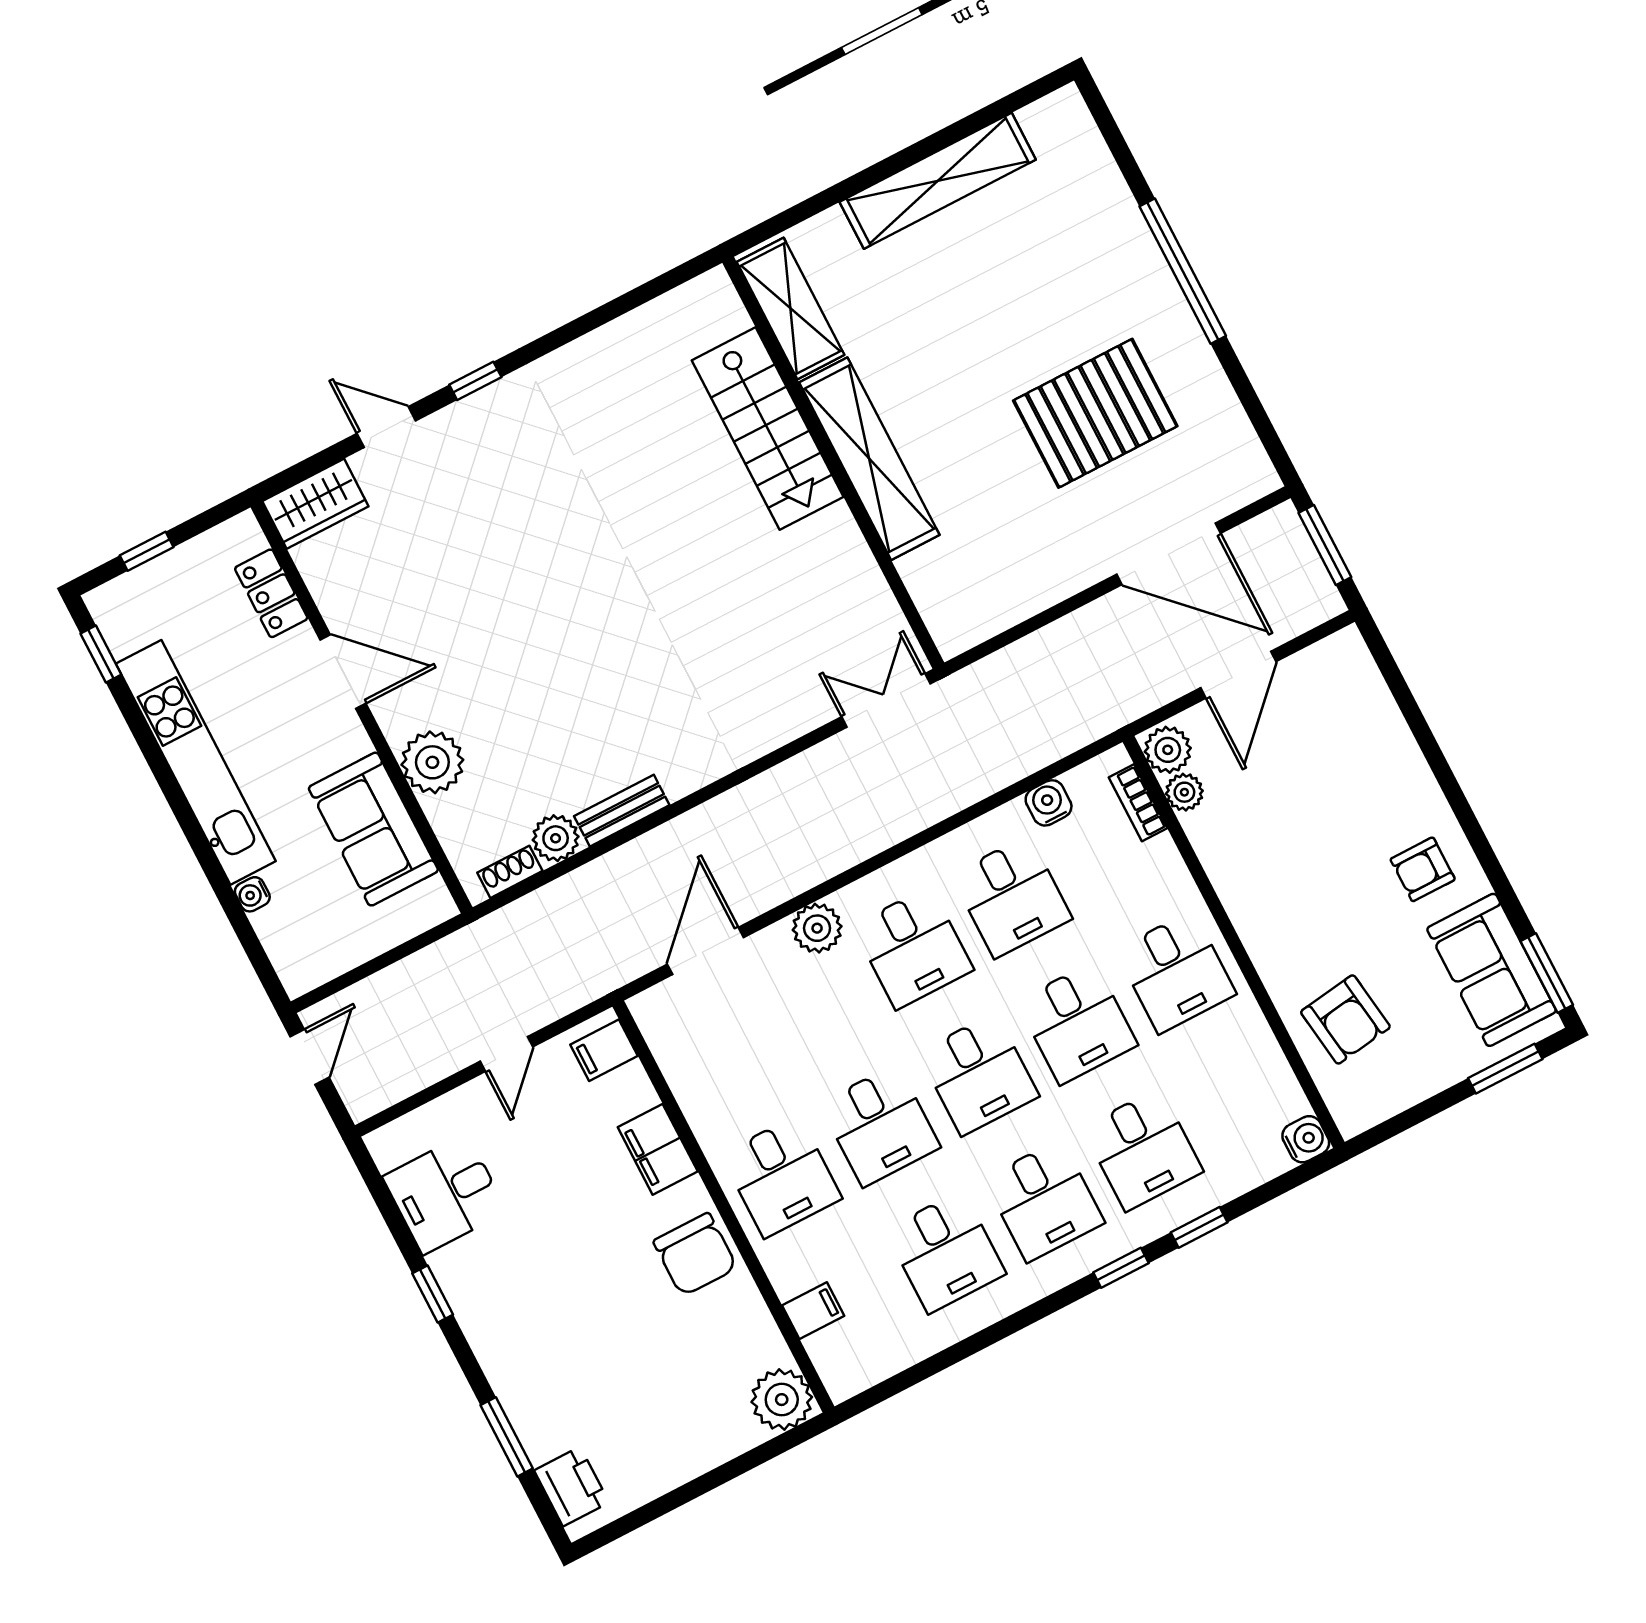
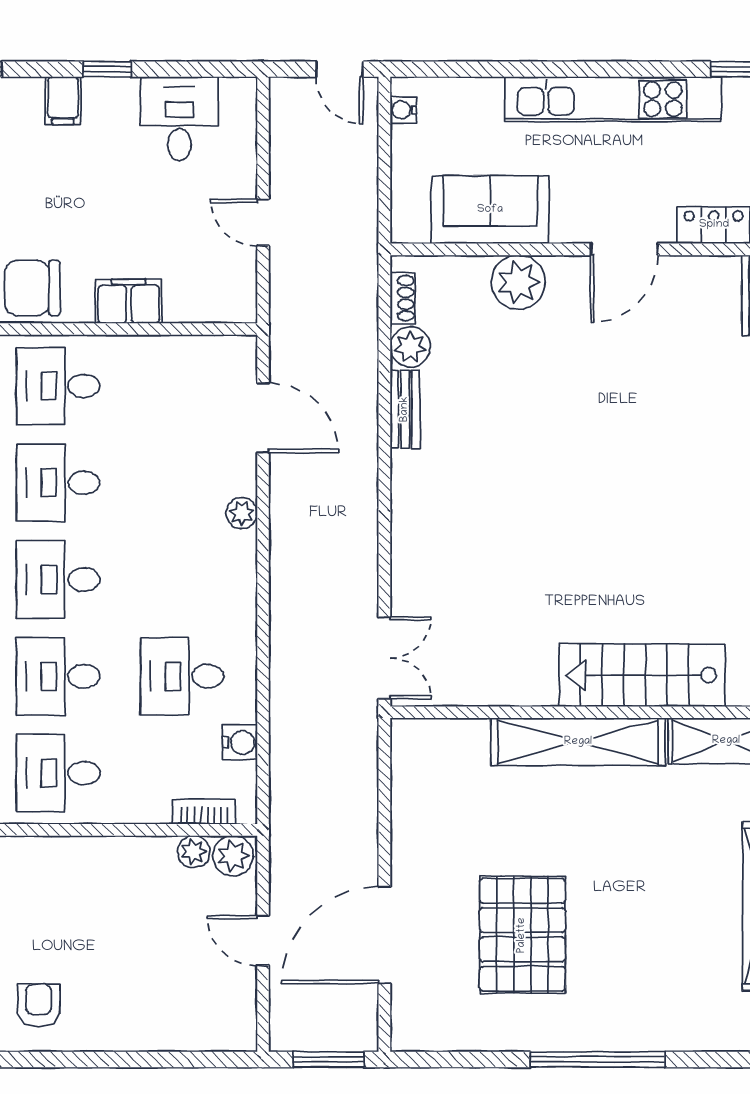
door: (1238, 675) -> (263, 941), width x0.73
water cooler: (252, 894) -> (403, 110), moved, turned -90
plant: (817, 928) -> (242, 513), width x0.73, depth x0.73
desk: (913, 948) -> (182, 579), removed
filing cabinet: (604, 1050) -> (63, 101), moved, turned 180

